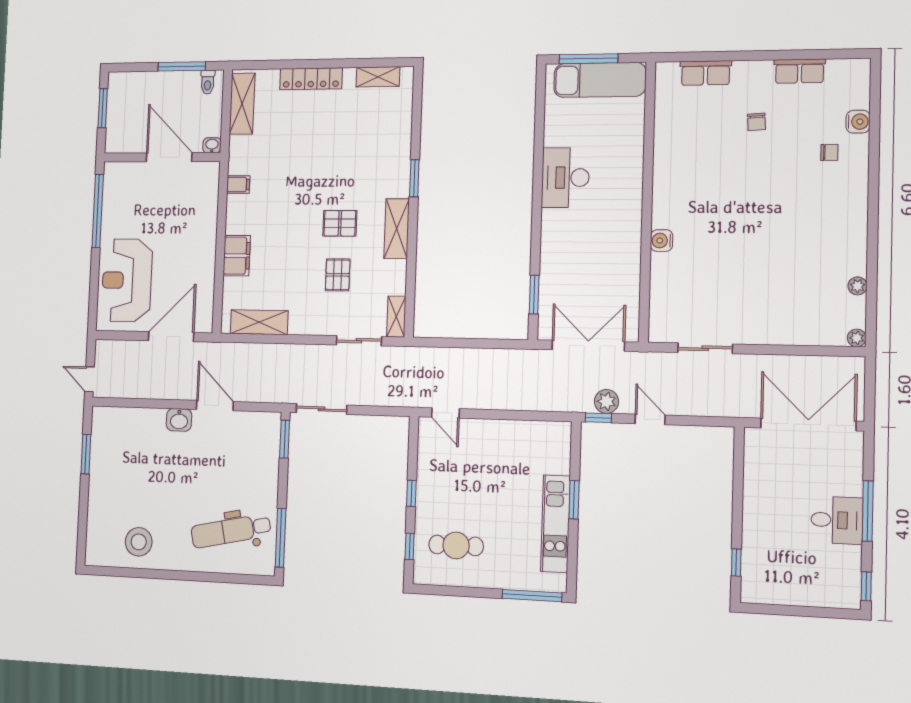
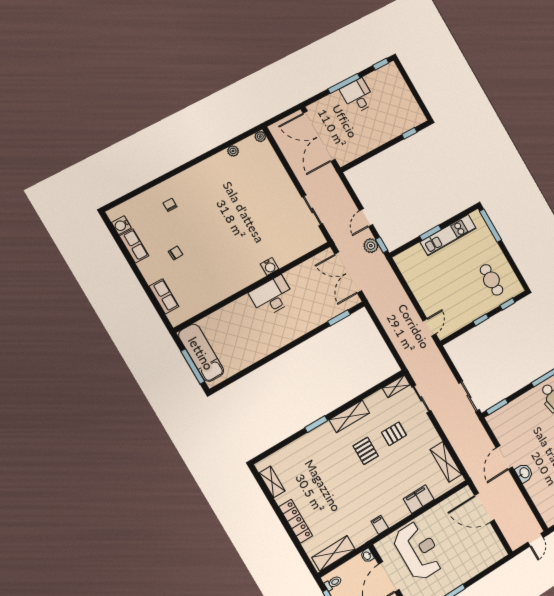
water cooler: (858, 122) -> (121, 225), moved, turned -90
desk: (565, 178) -> (272, 296), moved, turned 180
reception desk: (127, 280) -> (418, 551), moved, turned -90

